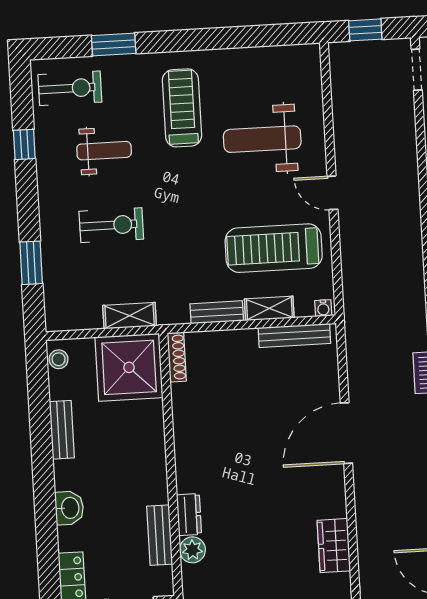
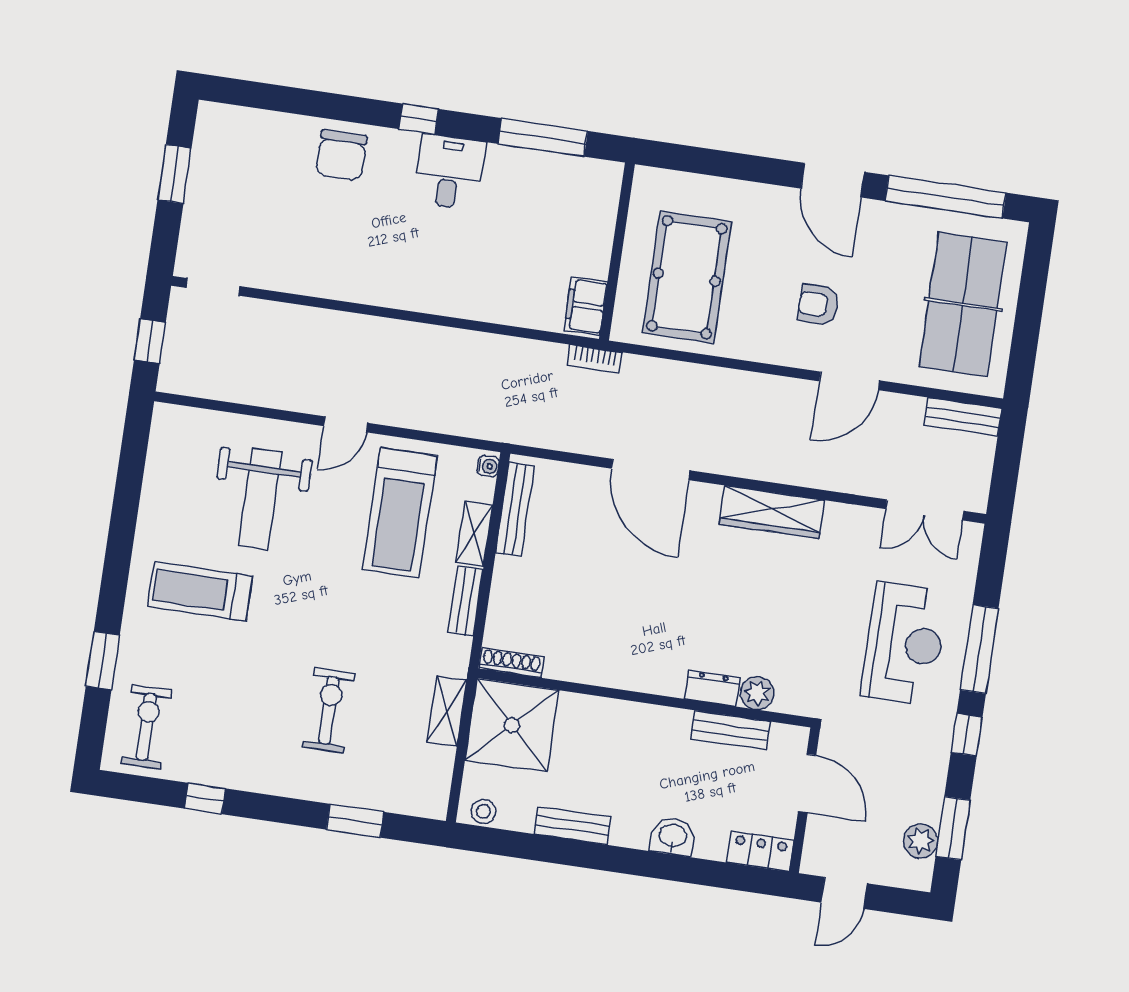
weight bench: (104, 151) -> (233, 700), removed
wardrobe: (334, 546) -> (772, 512), width x1.50

